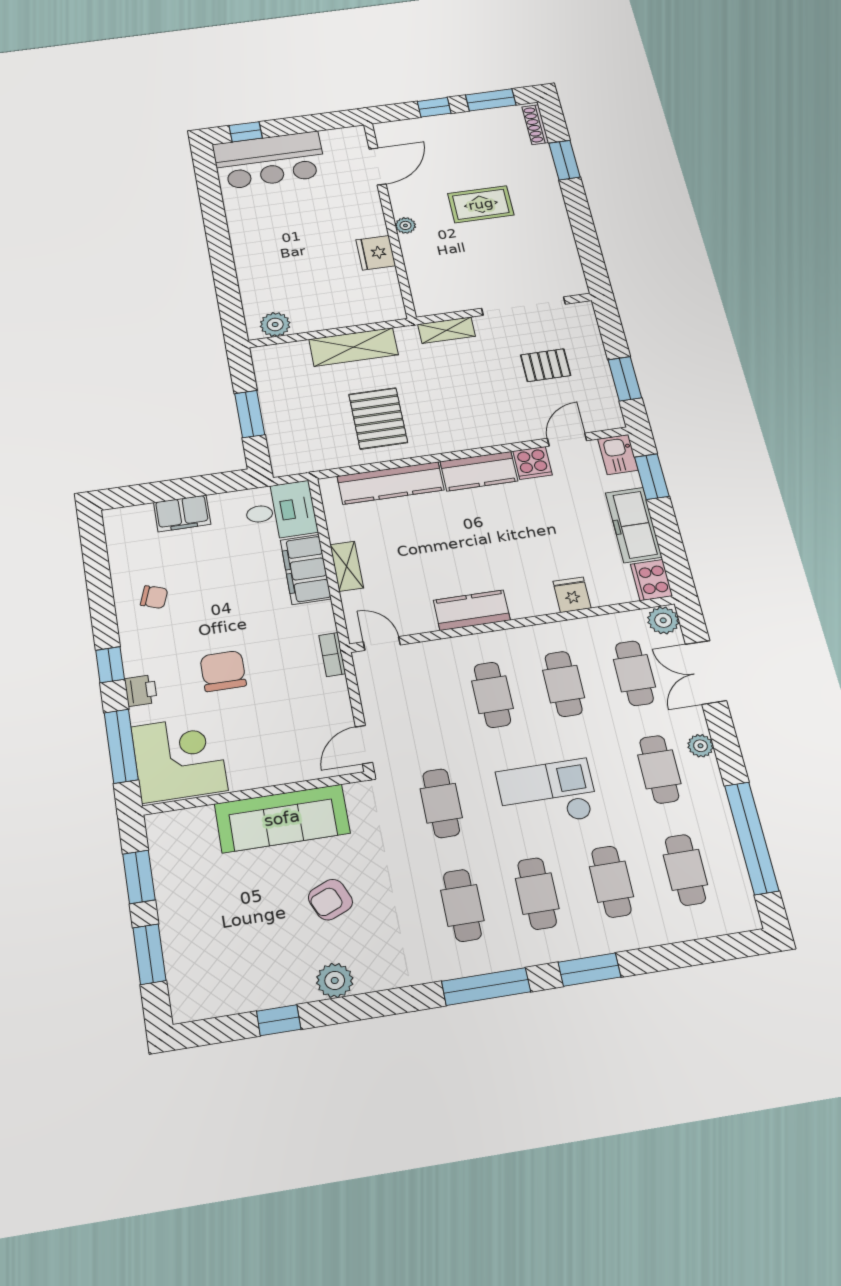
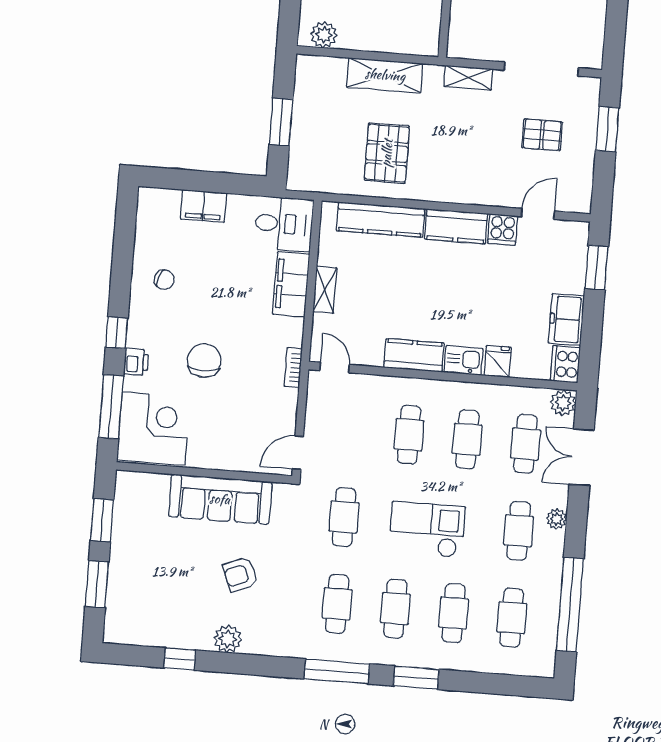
window: (625, 379) -> (607, 129), moved
kitchen sink: (618, 455) -> (463, 360), moved, turned 90
freezer: (634, 525) -> (566, 319), width x0.71

